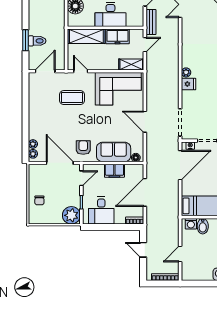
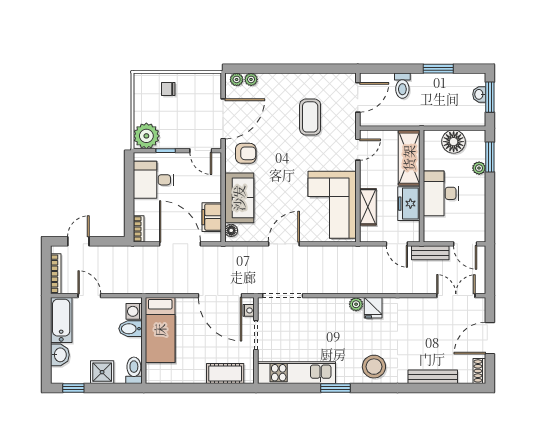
window: (26, 40) -> (438, 69), moved
shelving: (131, 64) -> (368, 207), moved
door: (45, 71) -> (358, 97), hinge flipped
fridge: (188, 84) -> (373, 308), moved
coffee table: (72, 98) -> (310, 117), moved
filing cabinet: (114, 171) -> (212, 217), moved
door: (143, 250) -> (78, 241), moved
bathtub: (197, 273) -> (61, 320), added

